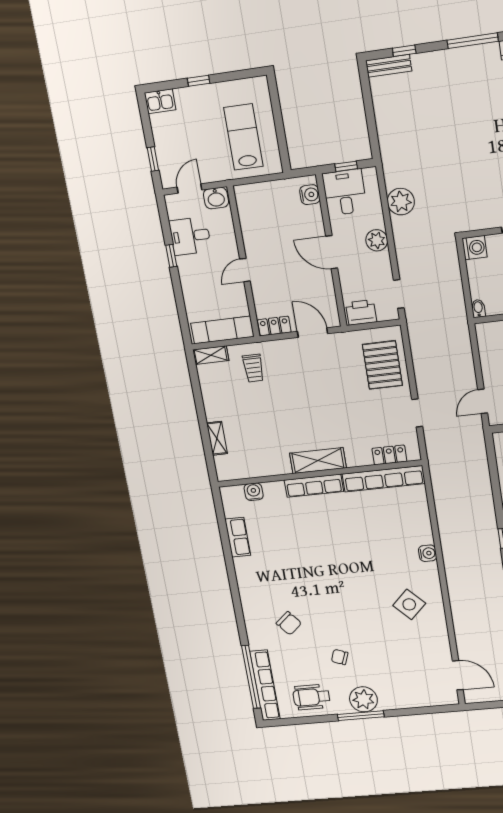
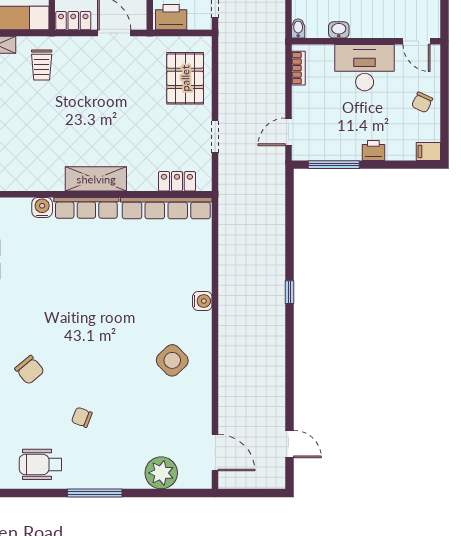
bookcase: (483, 344) -> (298, 68), added
water cooler: (254, 492) -> (42, 207), moved
plant: (363, 699) -> (161, 473), moved

